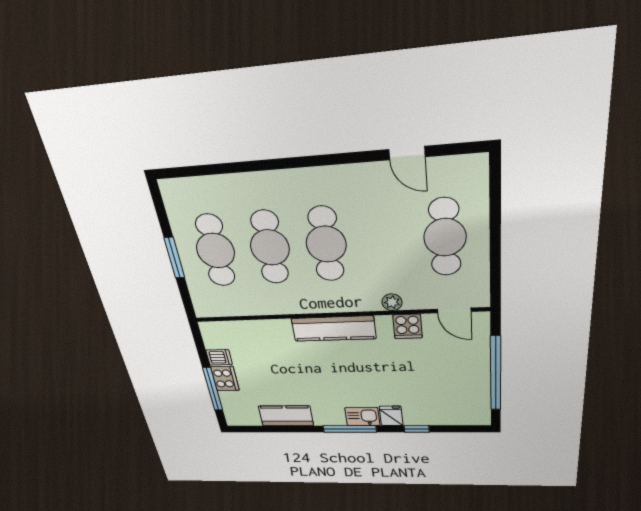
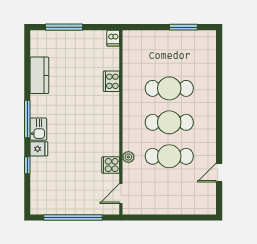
cafe table: (445, 237) -> (169, 156), moved
cafe table: (215, 251) -> (169, 54), removed
window: (174, 258) -> (183, 27), moved
kitchen counter: (334, 329) -> (111, 119), removed
dishwasher: (219, 357) -> (113, 38), moved
cooker: (225, 379) -> (111, 81), moved, turned 90

